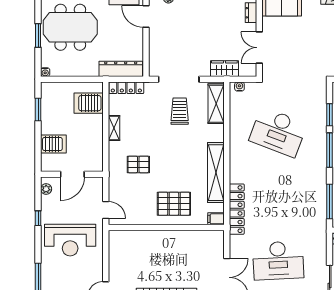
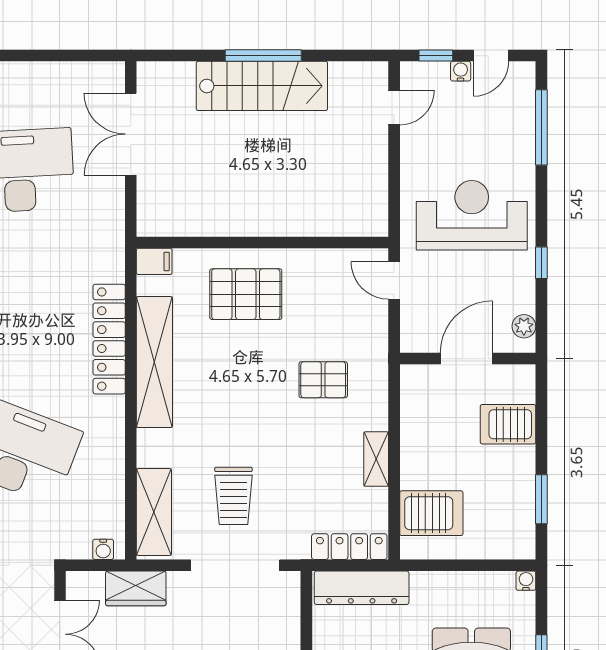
locker: (237, 209) -> (109, 339), moved

